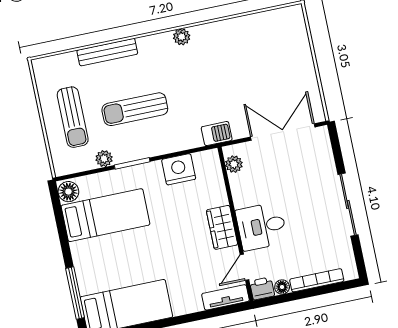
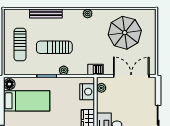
parasol: (255, 57) -> (125, 33), added
plant: (104, 159) -> (64, 70), moved
nightstand: (179, 169) -> (87, 92), moved, turned 90

